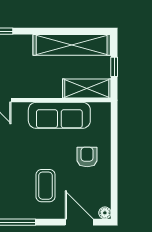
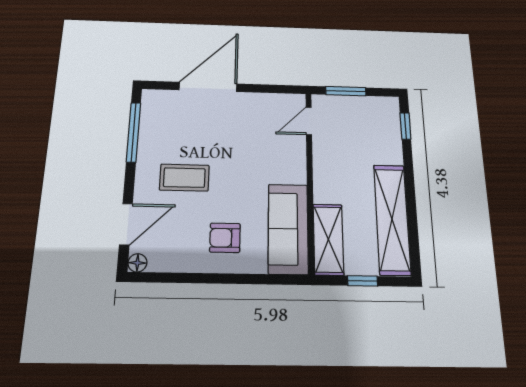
sofa: (59, 115) -> (288, 229), moved
armchair: (87, 157) -> (225, 238), turned 180

